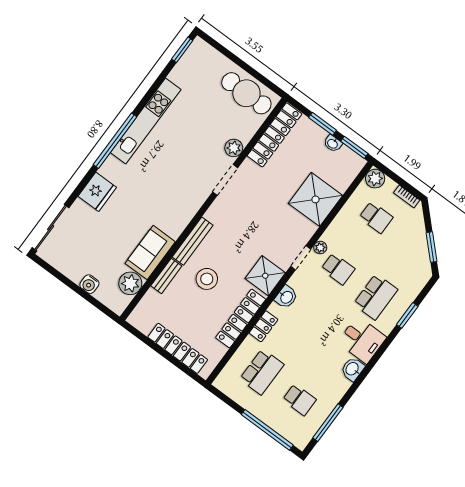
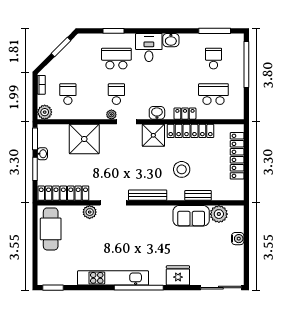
bench: (193, 241) -> (148, 195), moved

